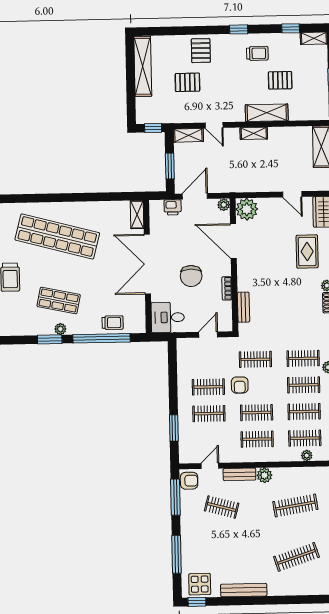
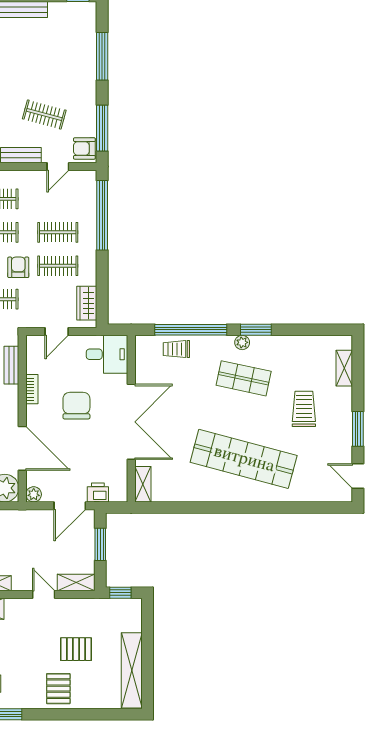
wardrobe: (185, 358) -> (87, 303), added
window: (174, 428) -> (102, 215), width x2.11
display table: (200, 584) -> (74, 18), removed

